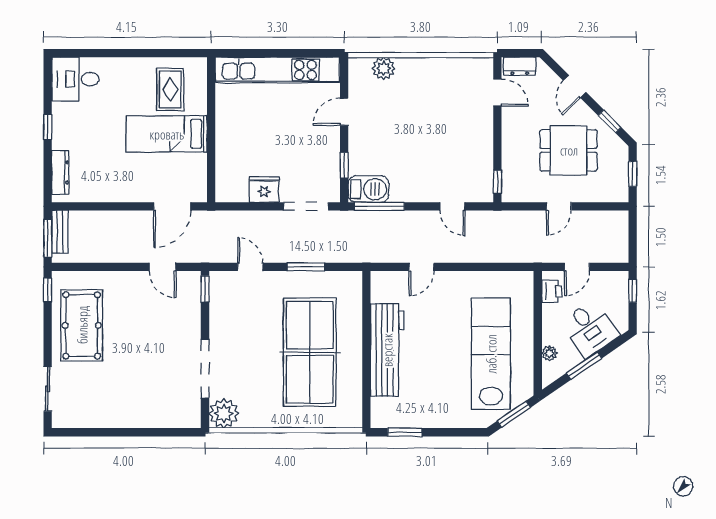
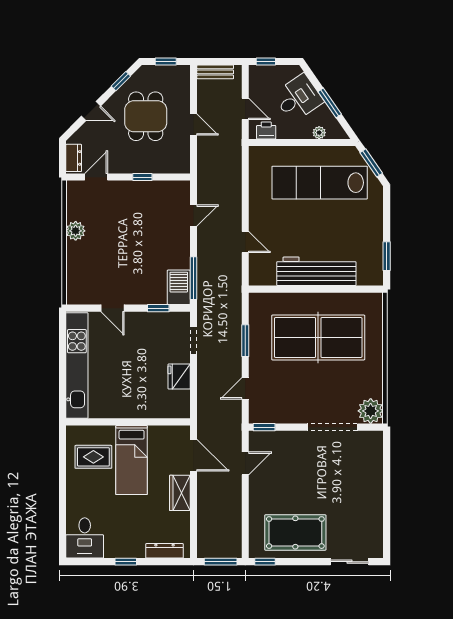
plant: (384, 68) -> (76, 231), moved
window: (497, 182) -> (142, 177), moved
wardrobe: (128, 190) -> (180, 493), added
doorway: (306, 206) -> (194, 341), width x0.73
bench: (60, 232) -> (215, 72), moved

